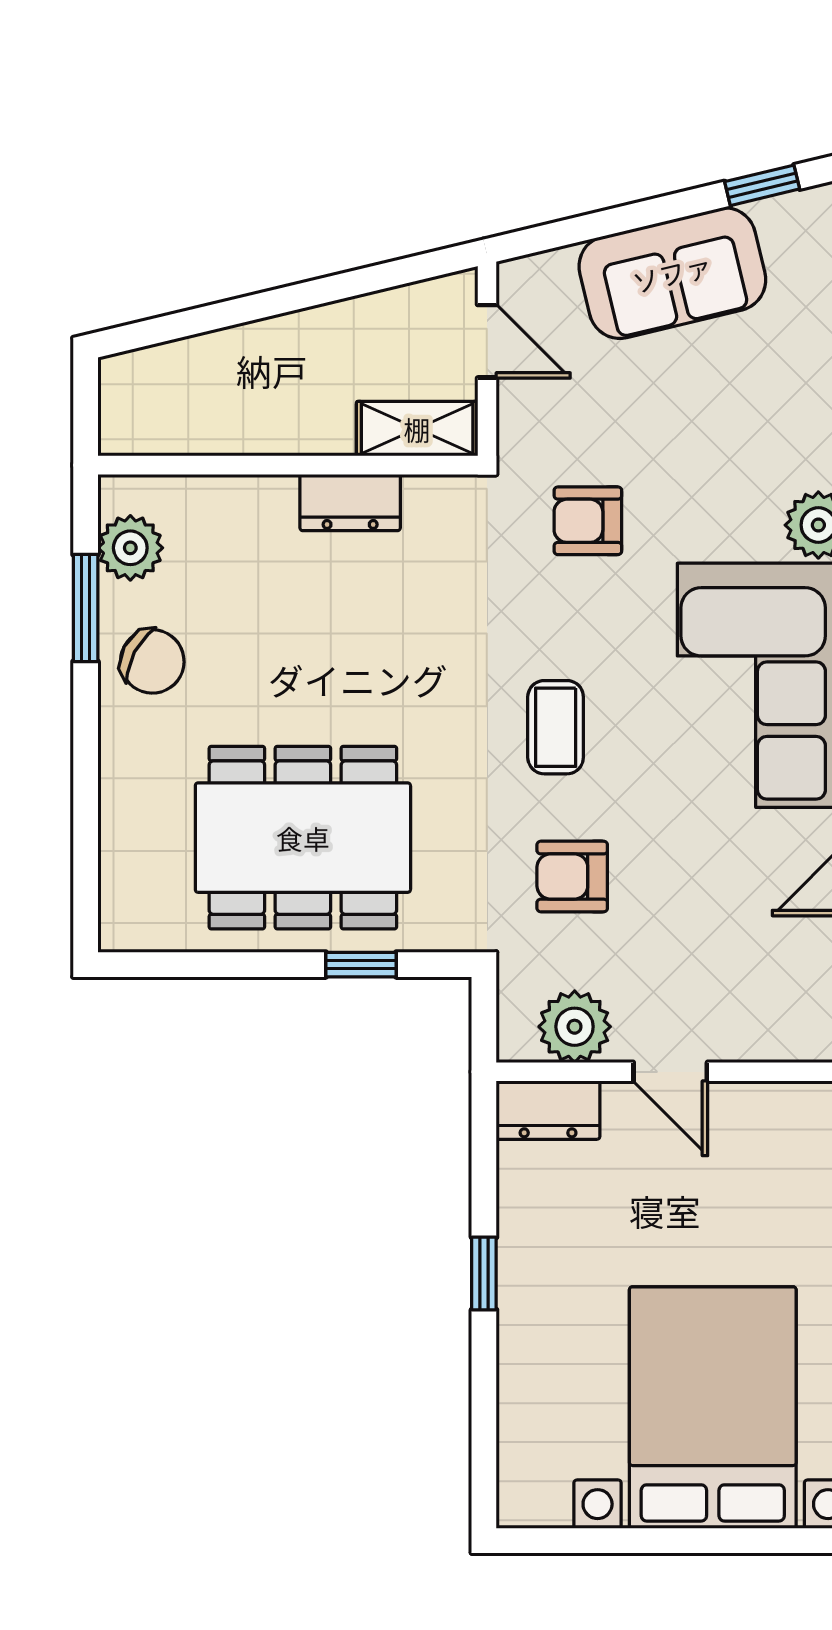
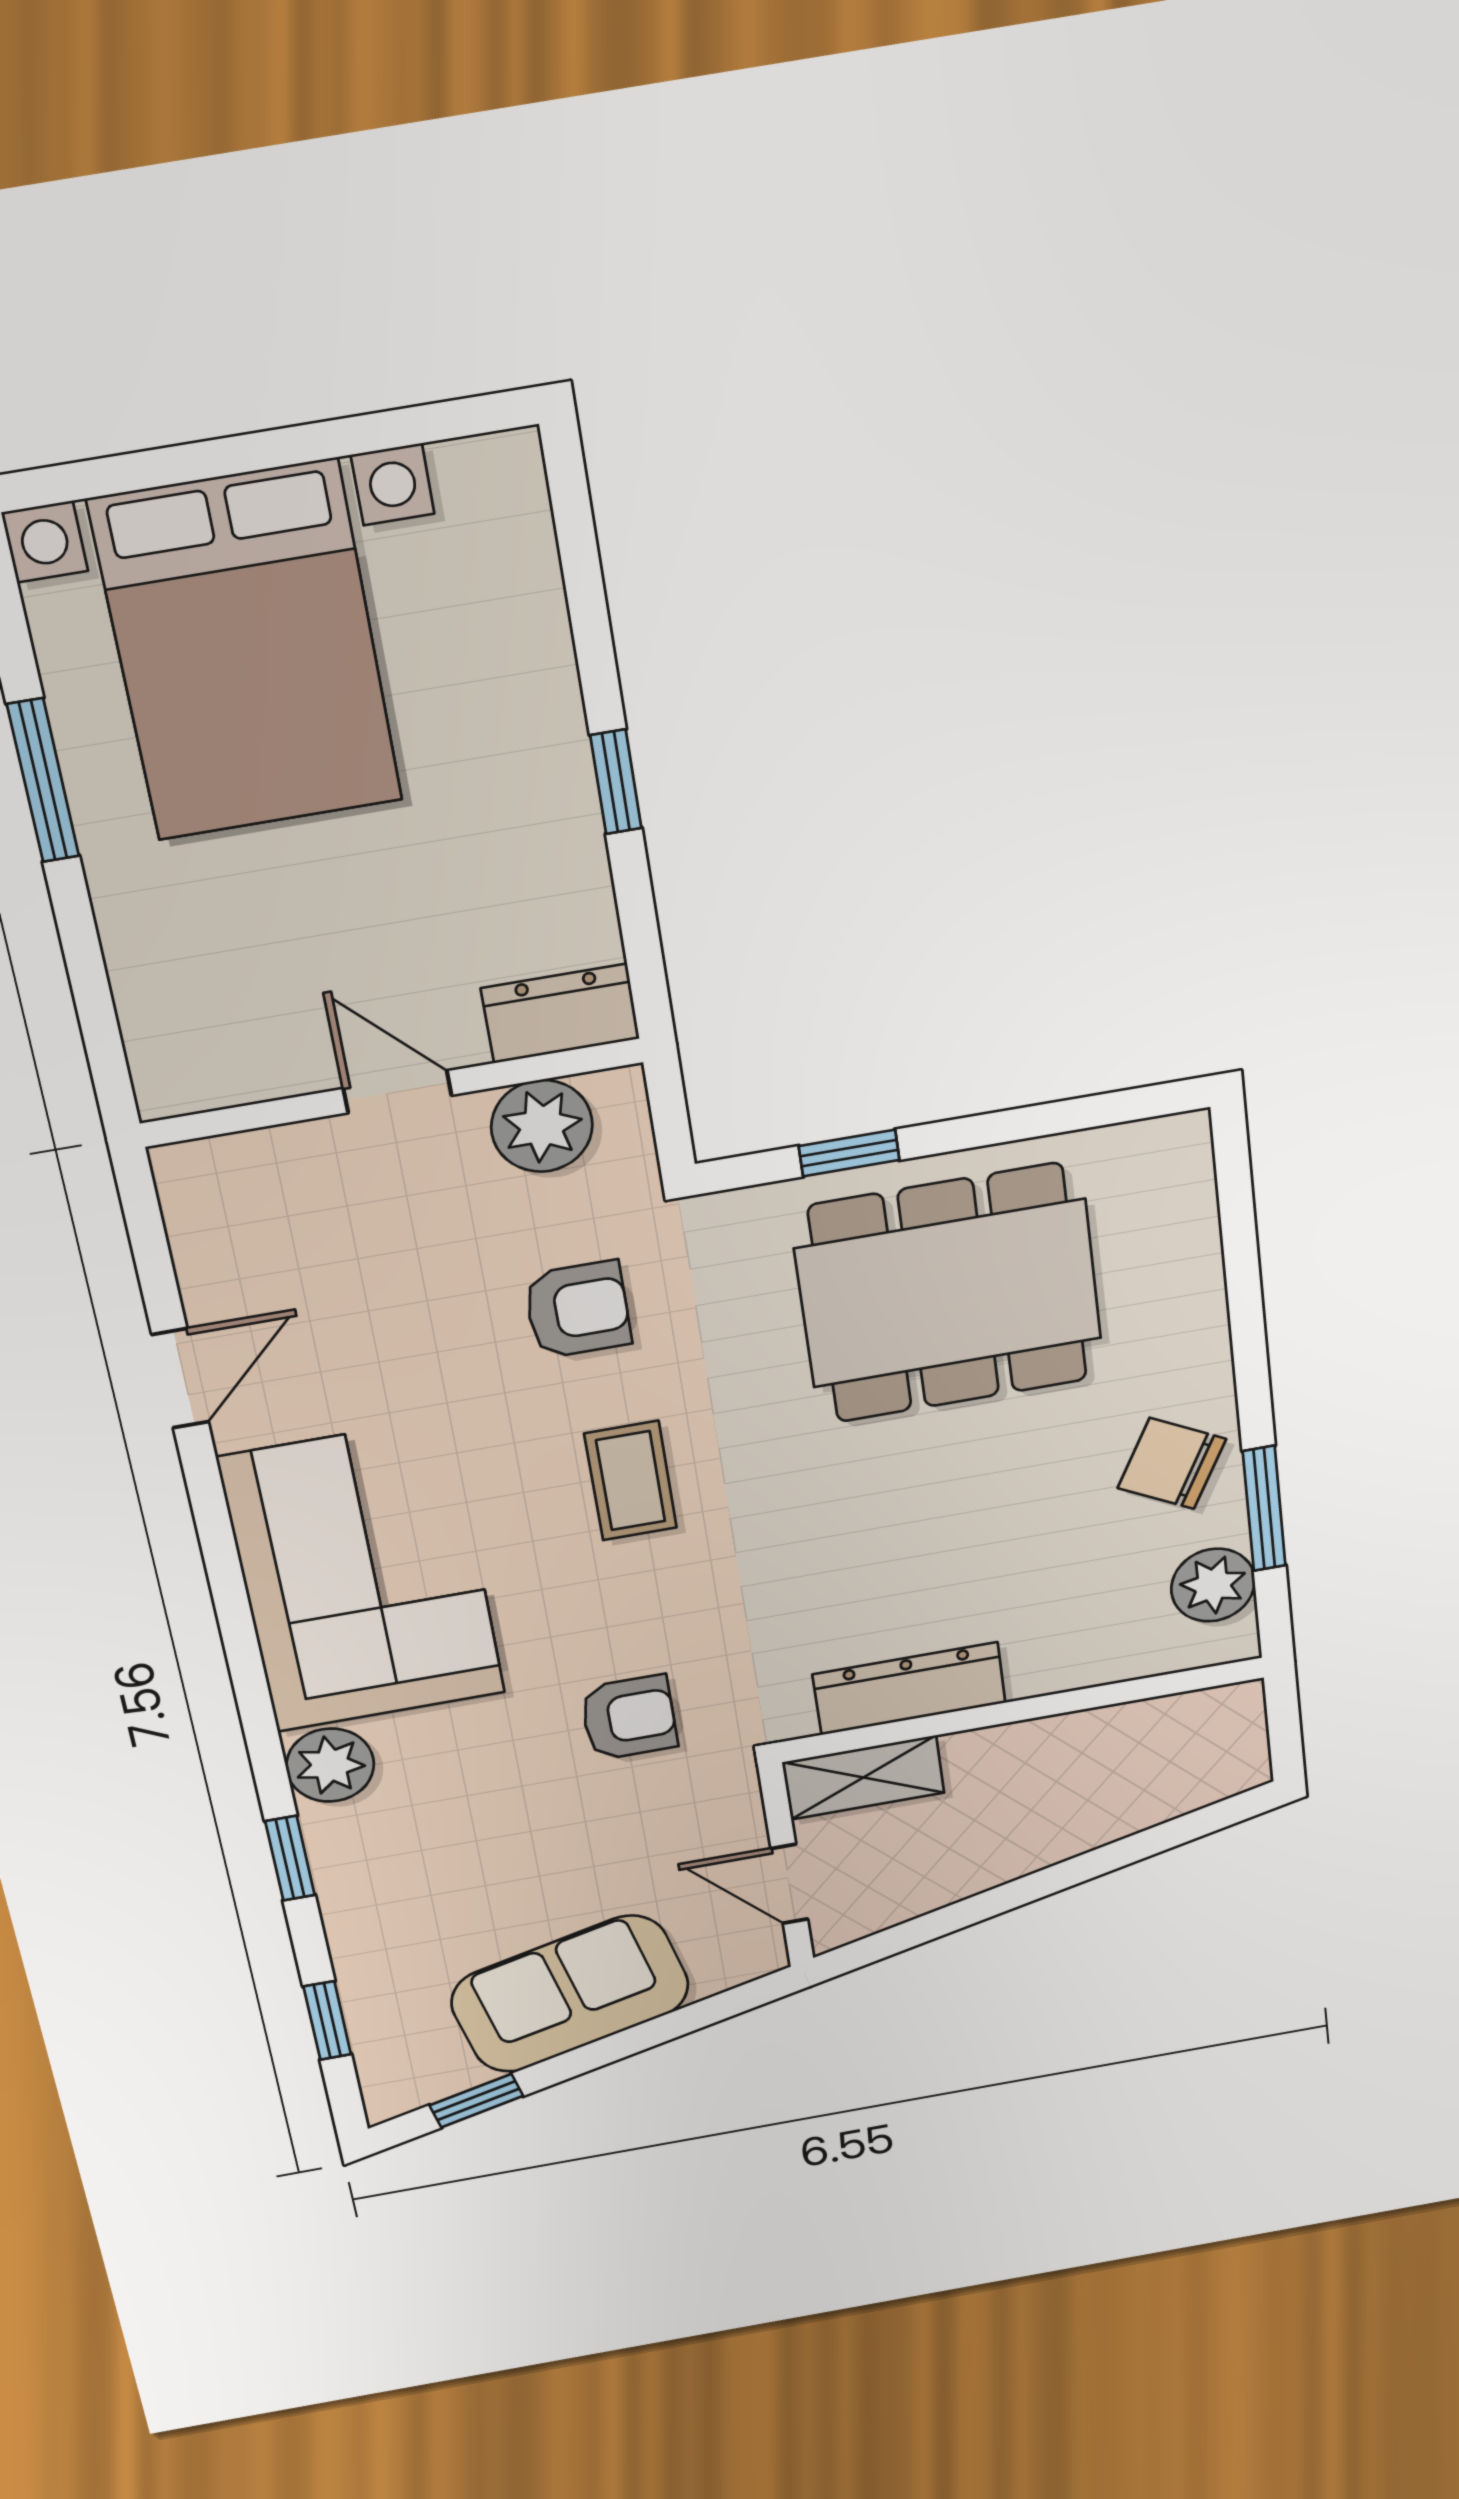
dresser: (350, 502) -> (909, 1689), width x1.44

